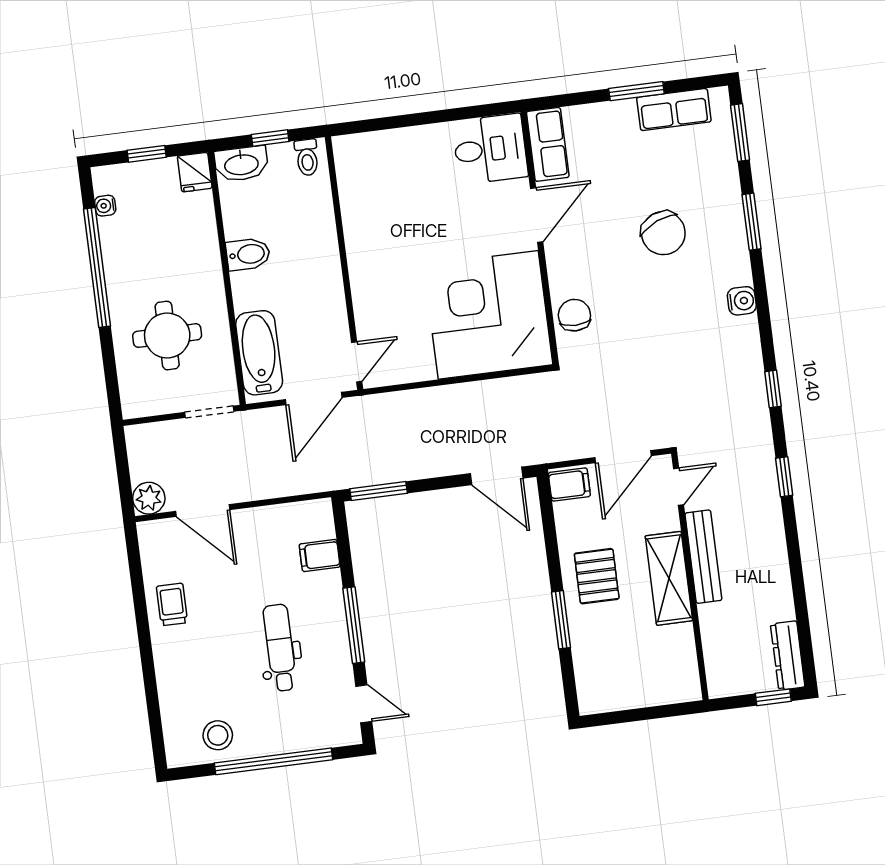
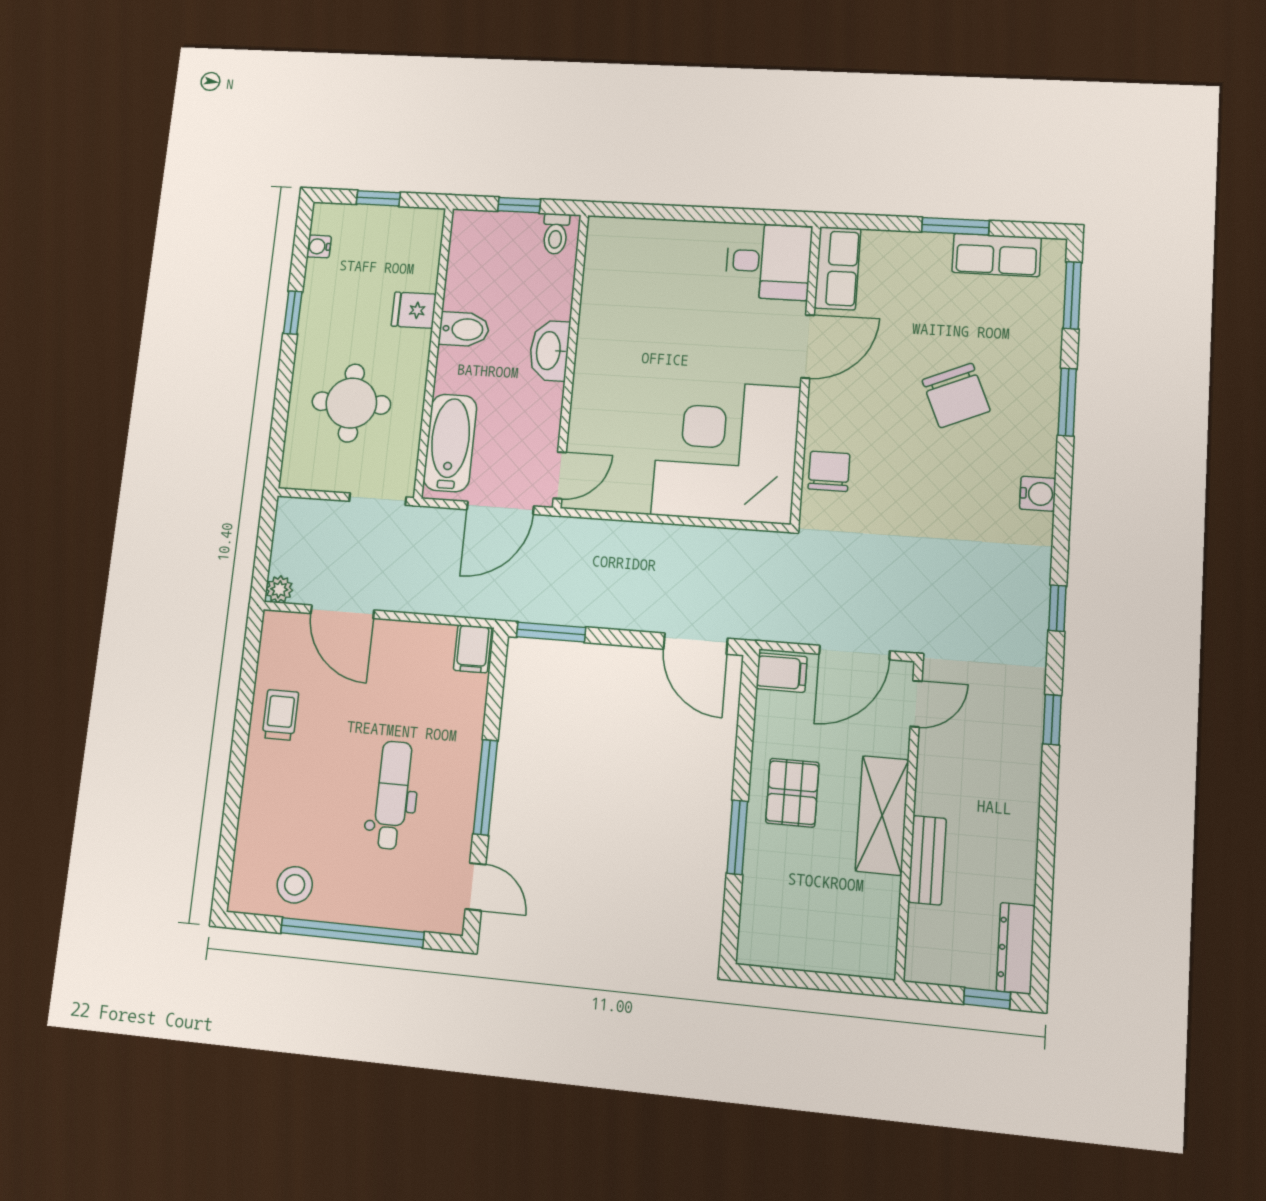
washbasin: (241, 164) -> (549, 351), moved, turned 90
fridge: (195, 172) -> (414, 310), moved, turned 90
window: (97, 268) -> (293, 313), width x0.32
plant: (149, 498) -> (279, 589), width x0.73, depth x0.73
filing cabinet: (320, 556) -> (473, 649), moved, turned -90
bench: (703, 557) -> (927, 860), moved, width x0.73

